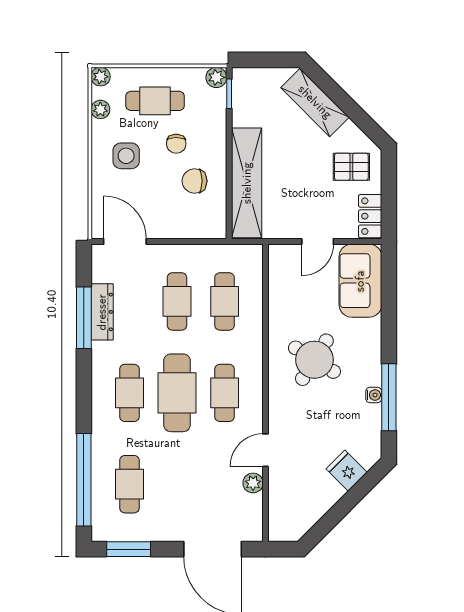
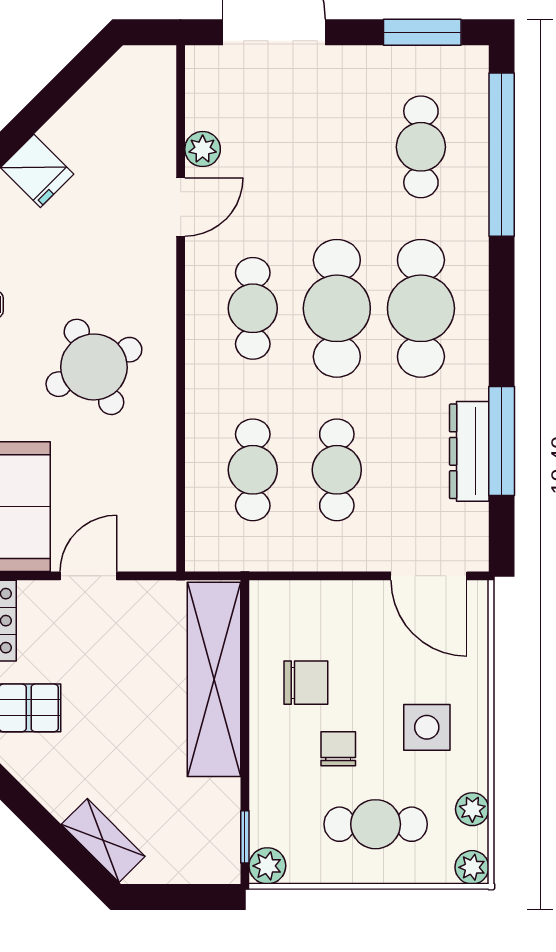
shelving: (315, 102) -> (103, 840), width x0.67, depth x0.75
round table: (314, 360) -> (94, 367), turned 32
cafe table: (129, 393) -> (421, 308), width x1.37, depth x1.35

